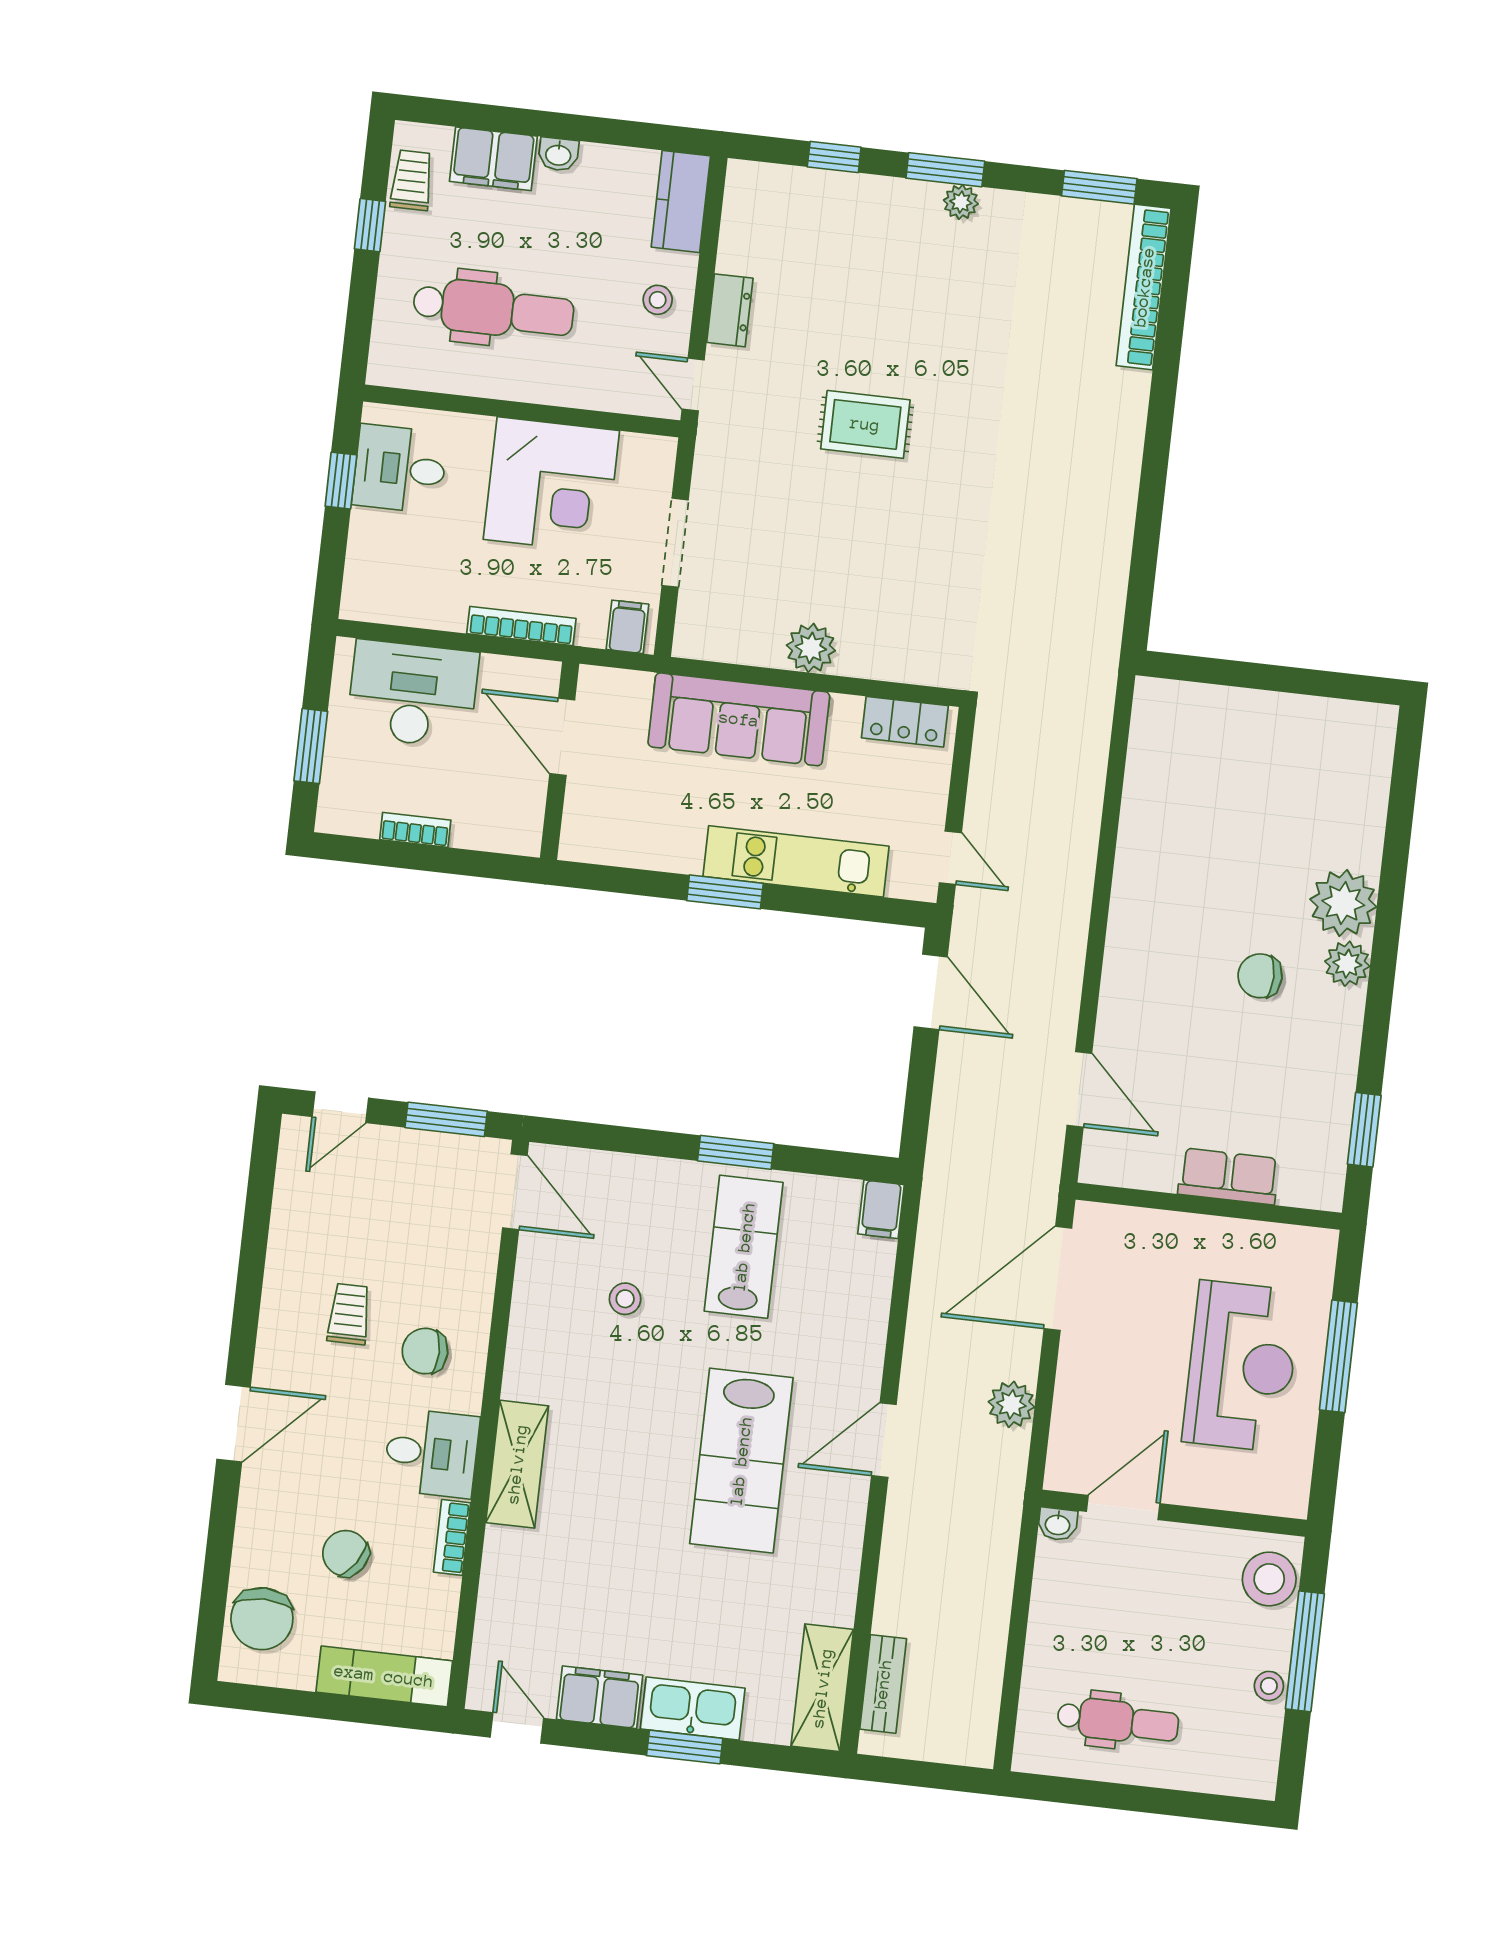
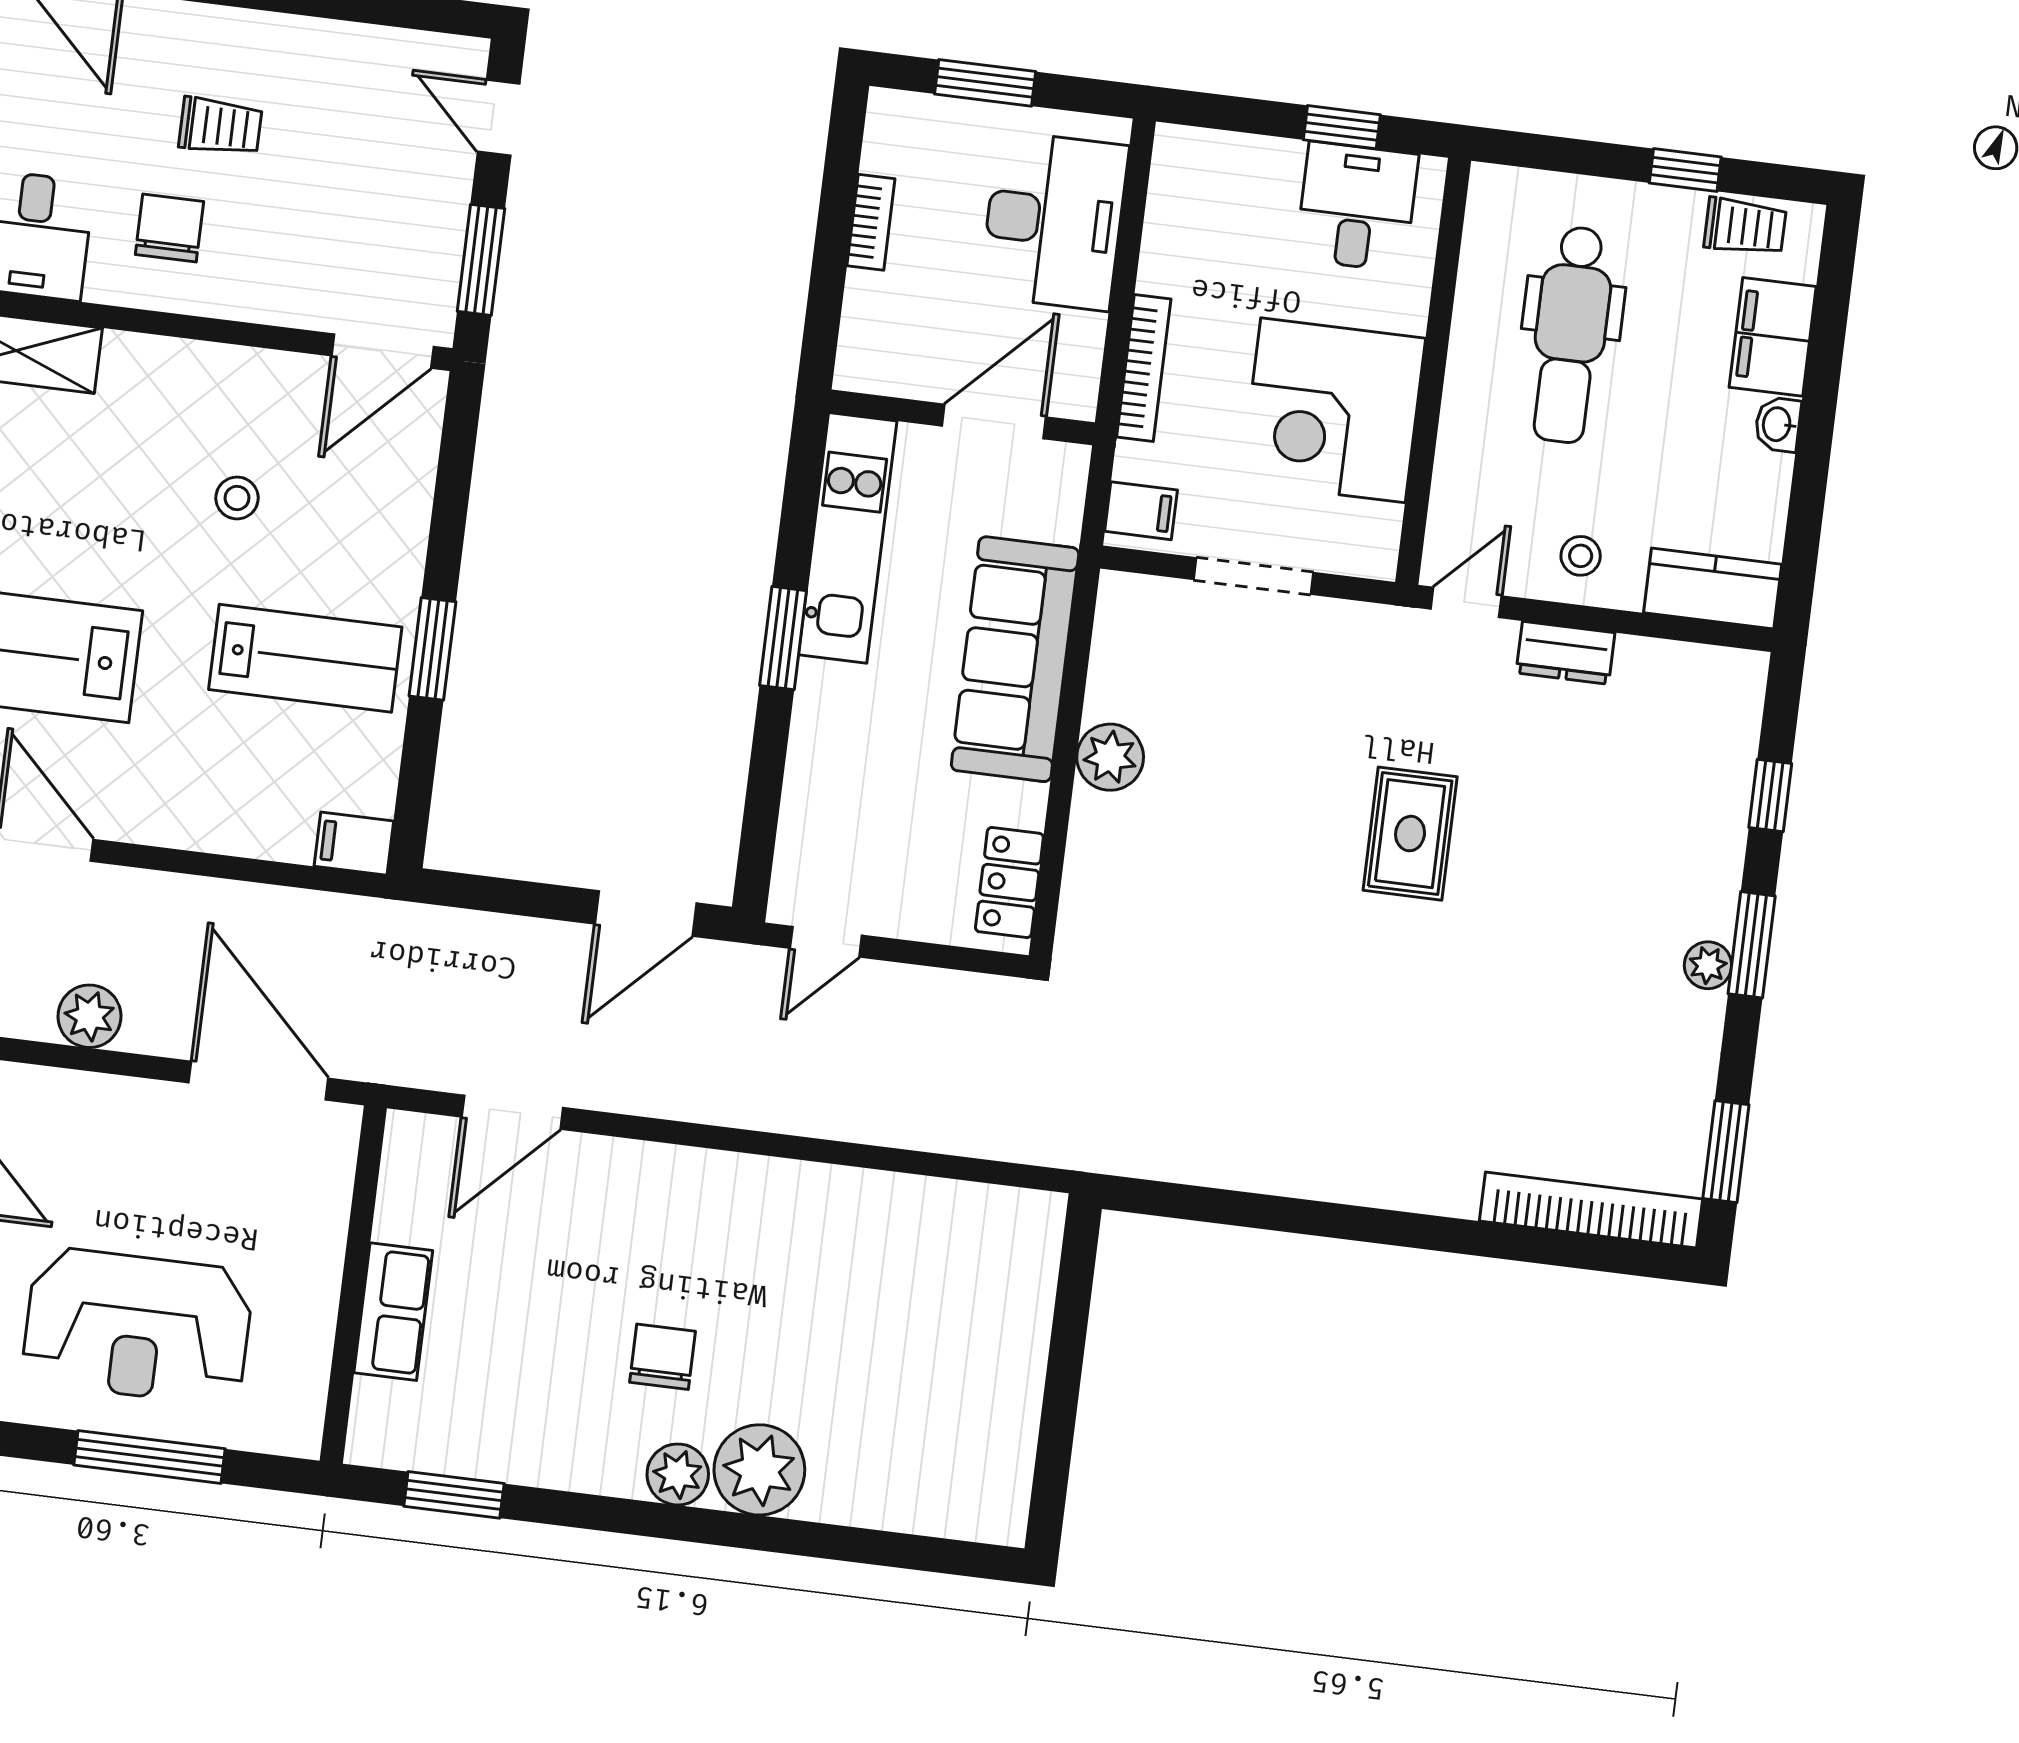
kitchen unit: (796, 861) -> (848, 538), moved

